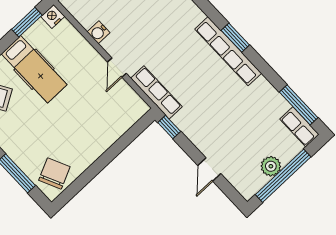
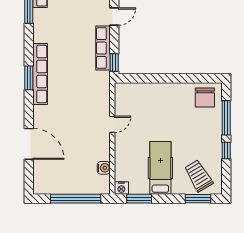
water cooler: (99, 32) -> (104, 168), moved
row of seats: (156, 92) -> (103, 48), moved
chair: (54, 174) -> (205, 98), turned -65

